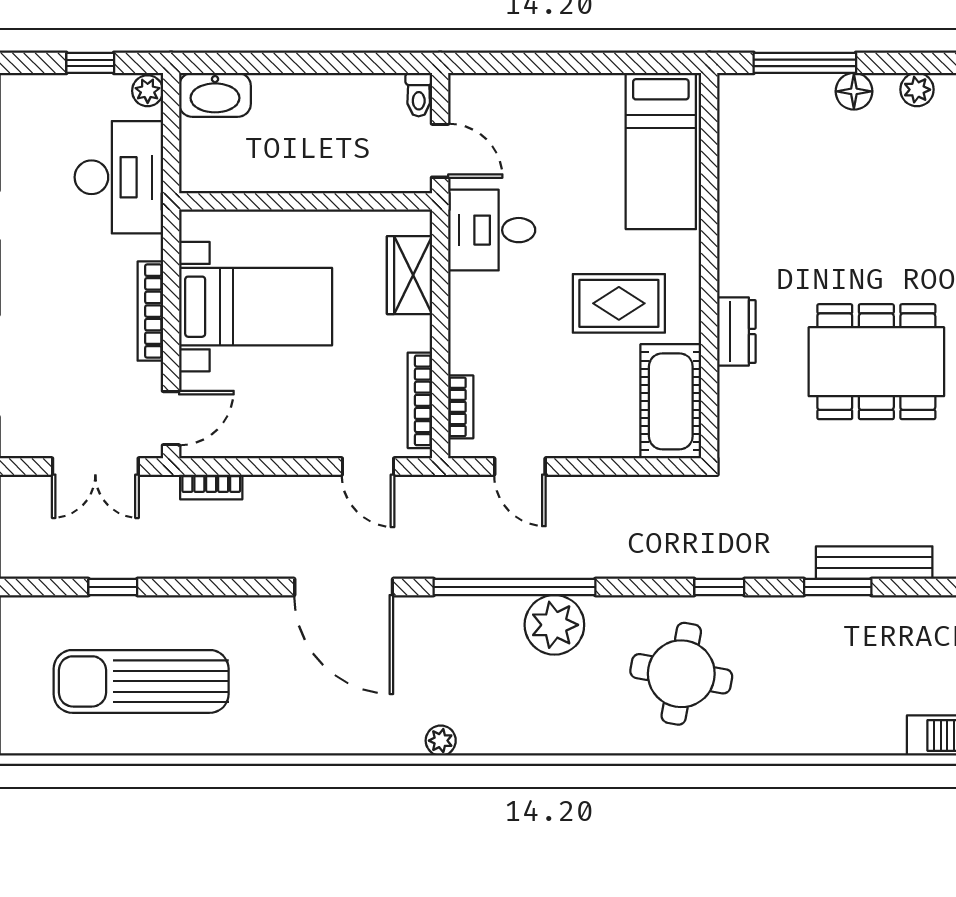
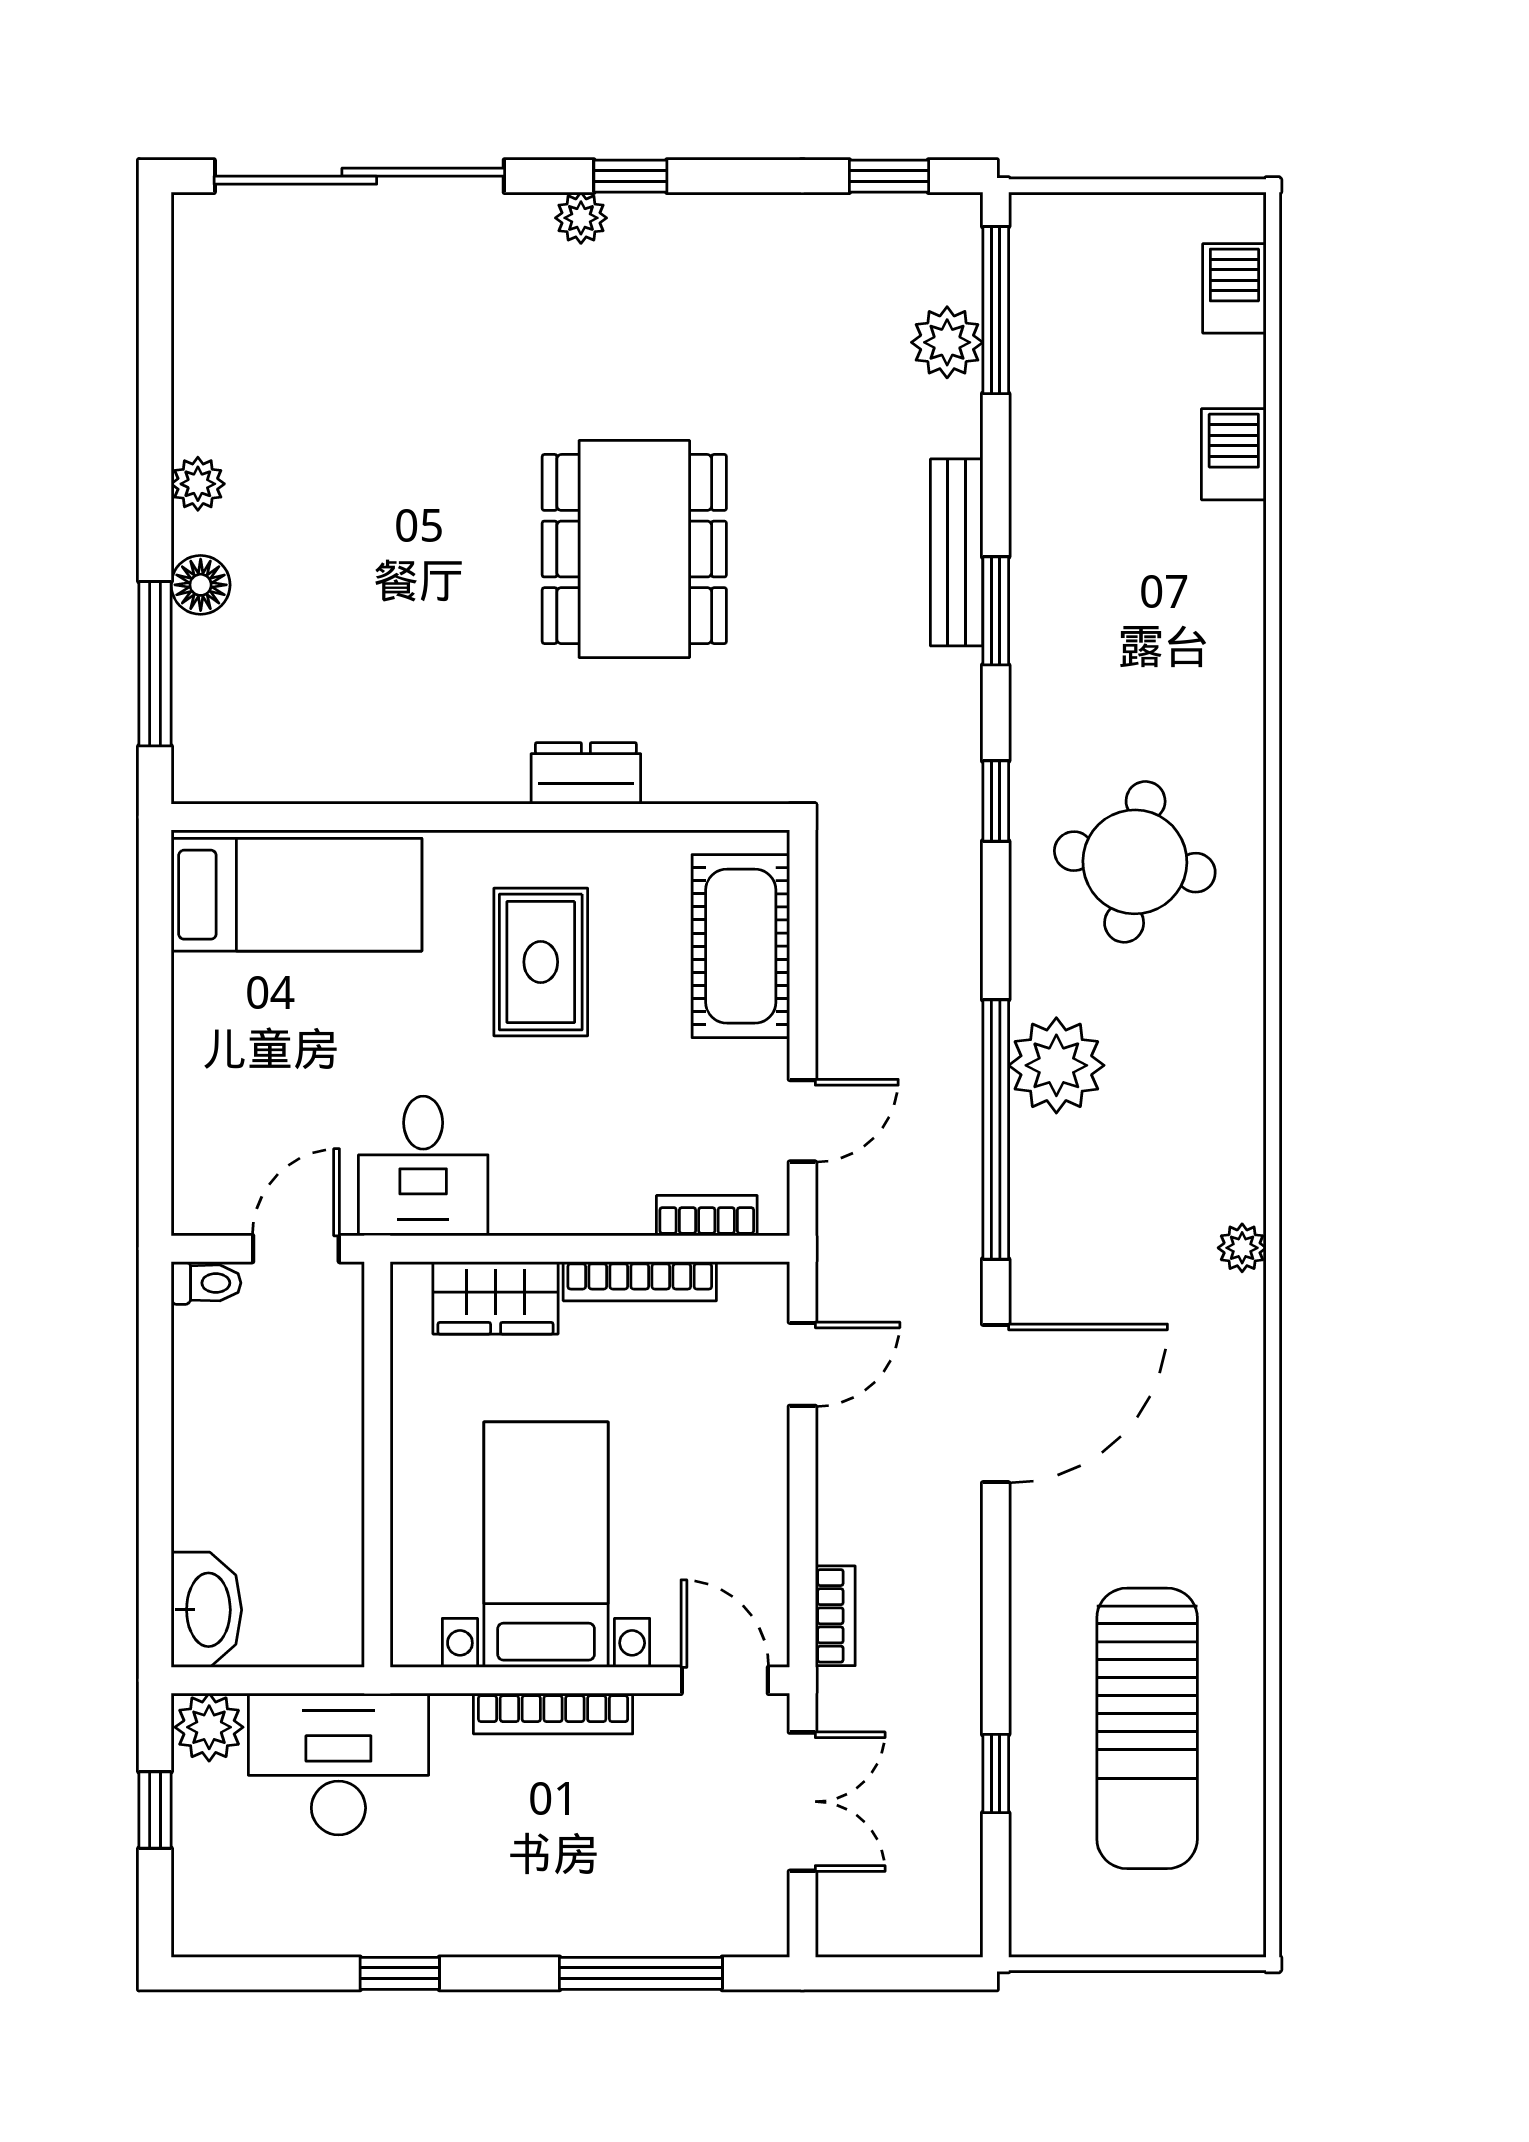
plant: (148, 91) -> (209, 1727), width x1.38, depth x1.38
bookcase: (420, 400) -> (640, 1281), moved
cot: (671, 401) -> (741, 946), moved, turned 90

